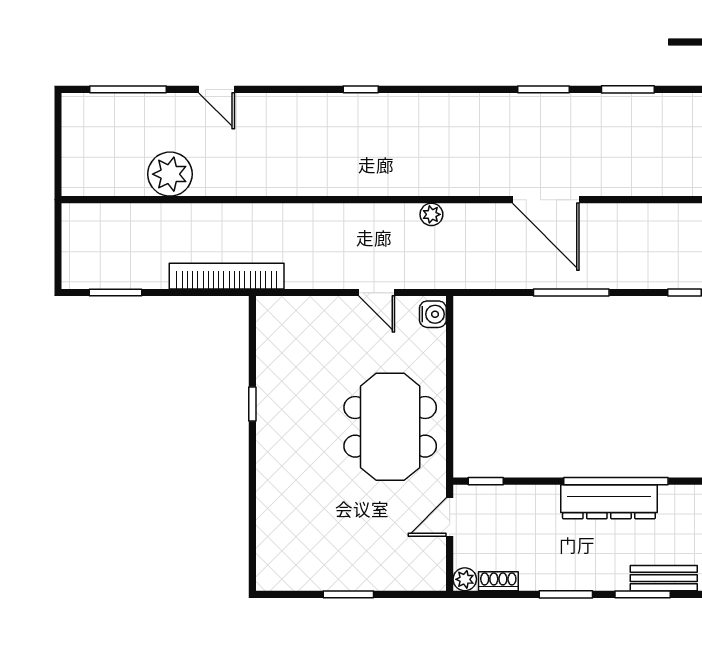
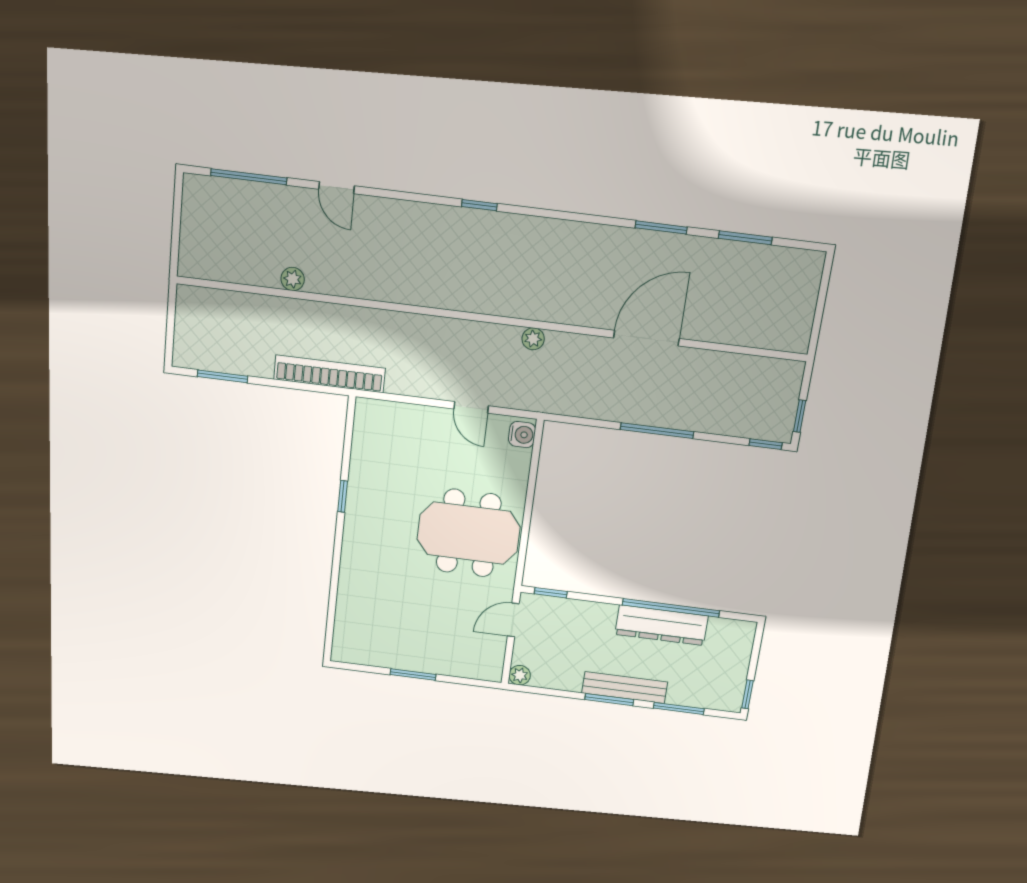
plant: (170, 174) -> (293, 279), width x0.53, depth x0.53
door: (546, 200) -> (646, 338), swing flipped
meeting table: (390, 427) -> (469, 533), turned 90
bench: (664, 578) -> (625, 688), moved, width x1.36
shoe rack: (498, 581) -> (550, 681), removed

